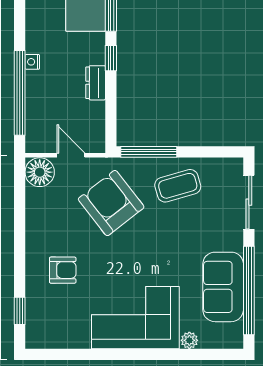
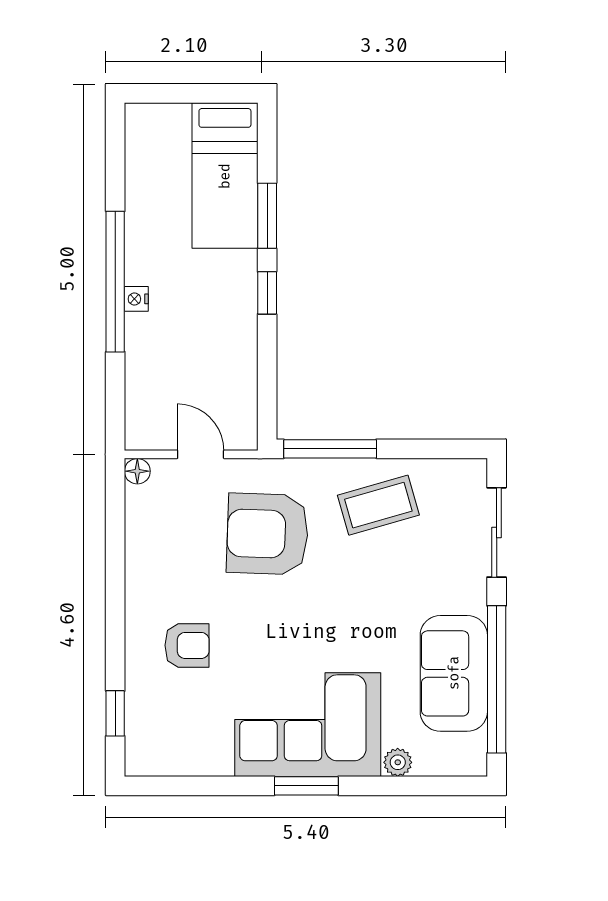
dresser: (96, 83) -> (242, 334), removed
window: (20, 93) -> (115, 282), moved
floor lamp: (40, 172) -> (137, 471), width x0.53, depth x0.53
armchair: (111, 203) -> (268, 534), turned -50
window: (134, 354) -> (306, 786), added

